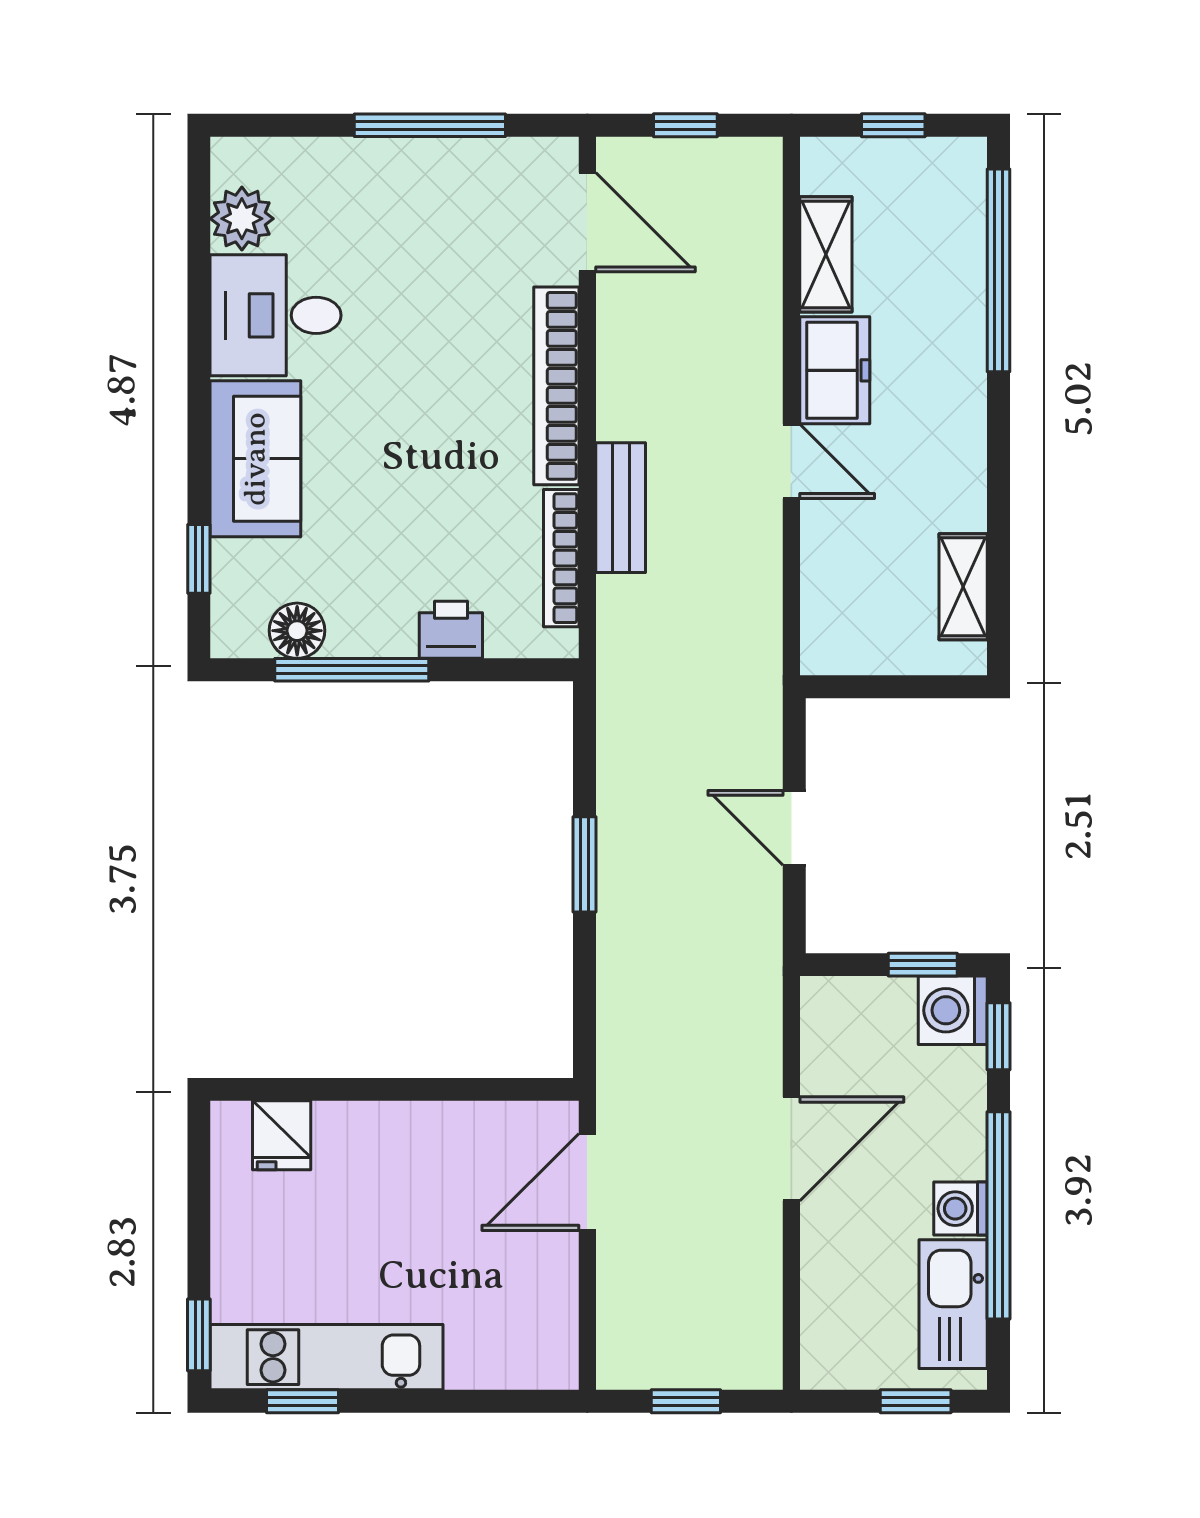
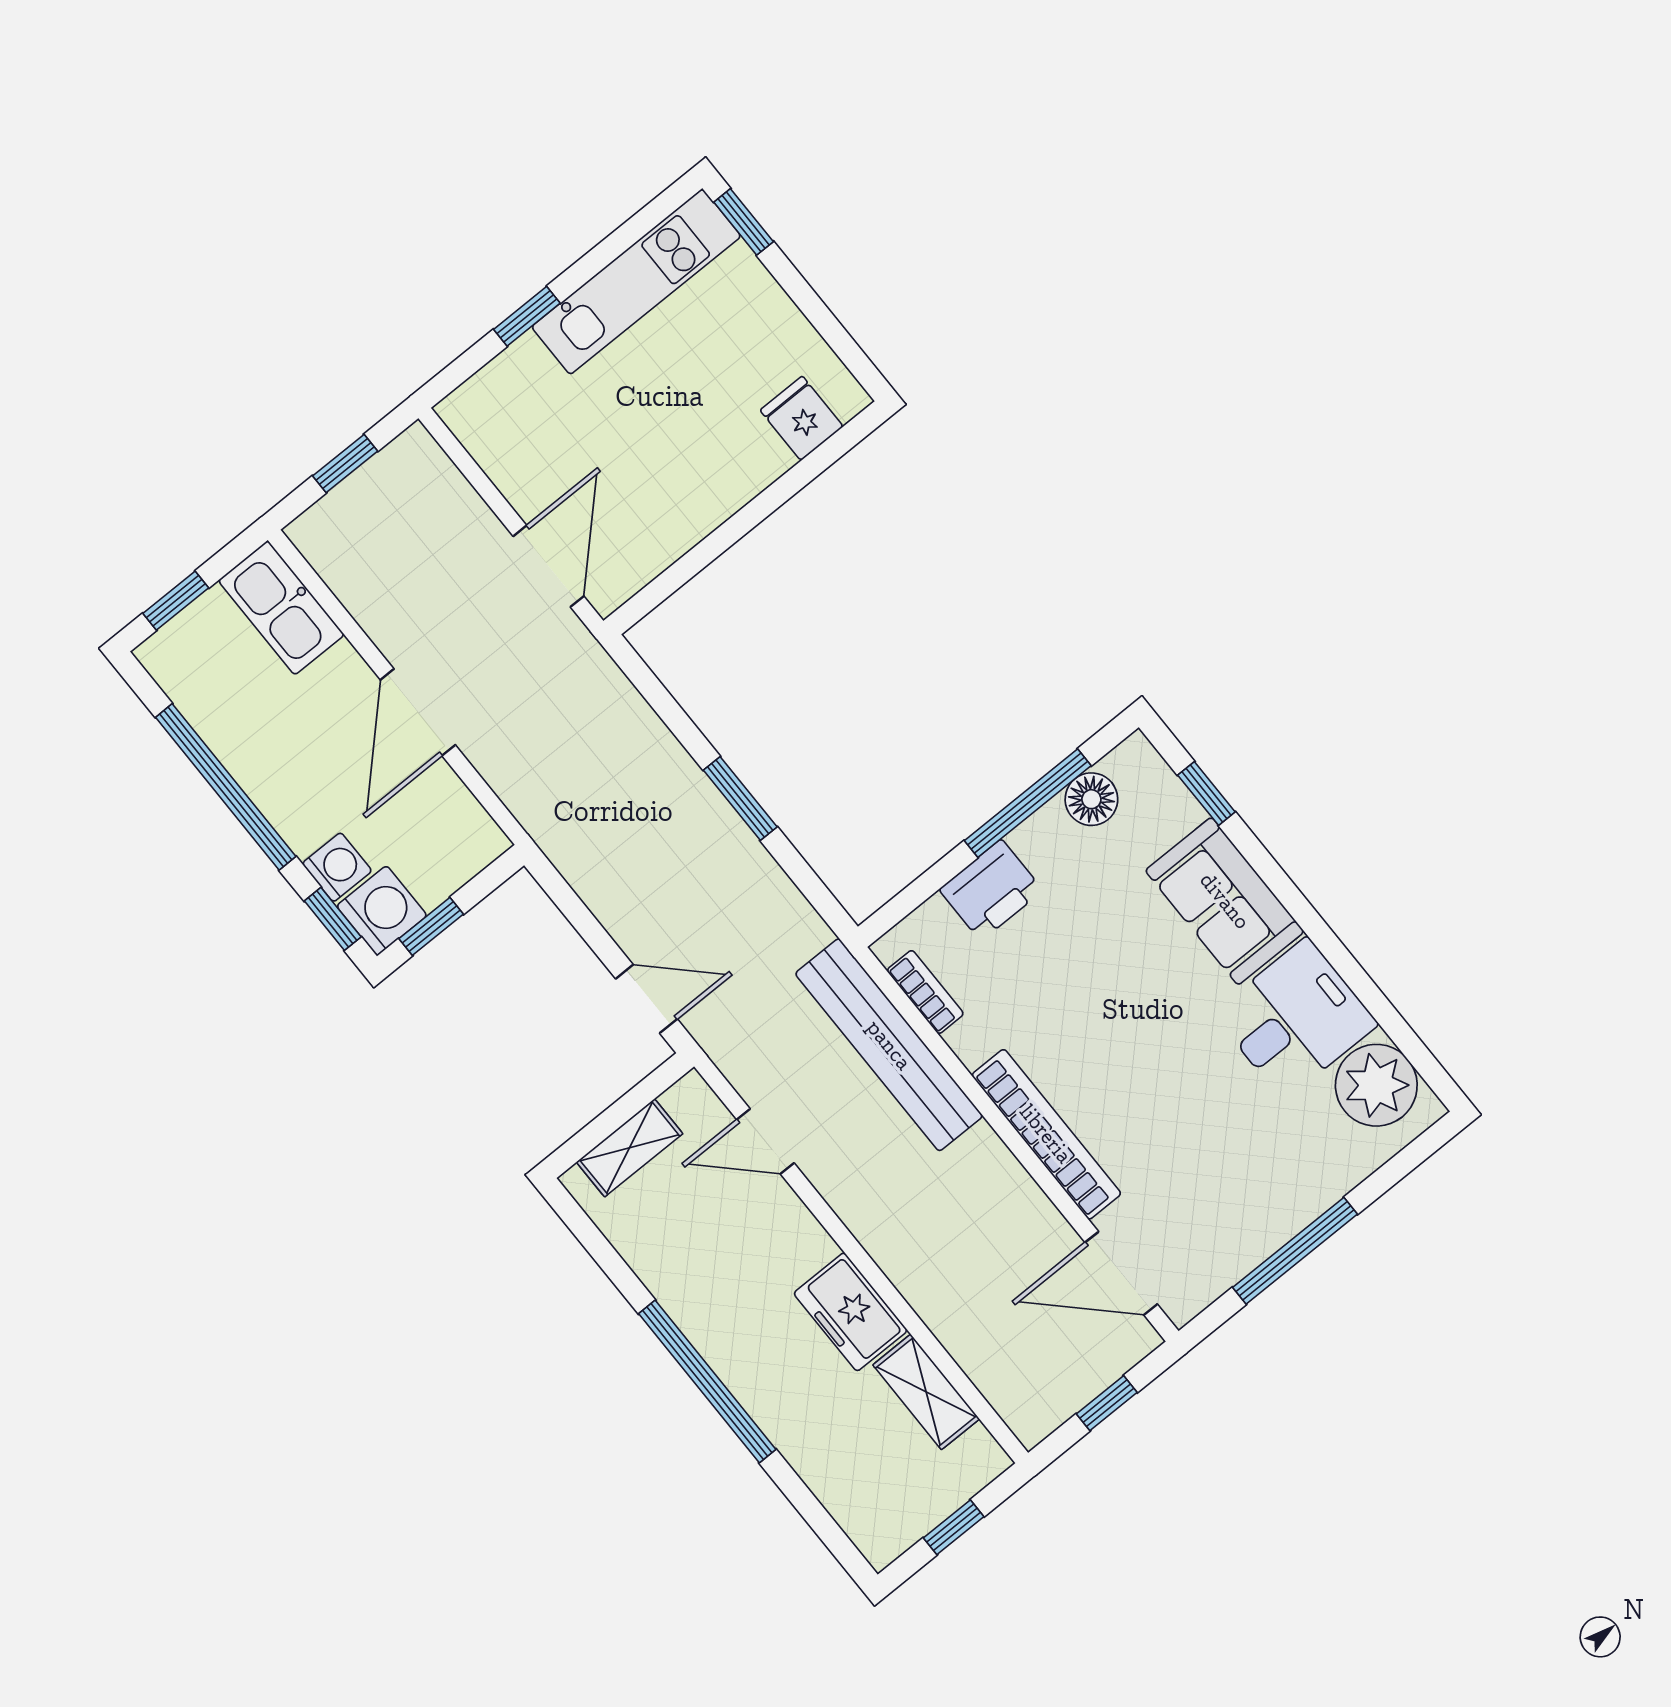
plant: (242, 219) -> (1376, 1085), width x1.36, depth x1.36
window: (998, 270) -> (707, 1381), moved
door: (791, 461) -> (765, 1141), moved
bench: (621, 508) -> (889, 1045), width x1.86, depth x1.21
bookcase: (561, 558) -> (925, 992), width x0.64
shelving: (963, 587) -> (630, 1148), moved, turned 90
printer: (451, 630) -> (991, 890), width x1.36, depth x1.24
door: (794, 828) -> (646, 999), moved
washing machine: (961, 1209) -> (337, 867), moved
kitchen sink: (953, 1304) -> (281, 608), moved, turned 180
window: (303, 1401) -> (527, 316), moved

